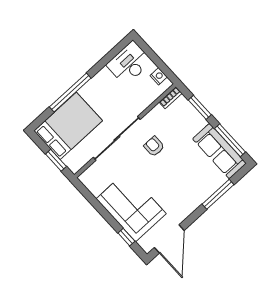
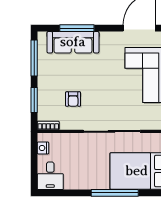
desk: (129, 63) -> (50, 176), width x0.73
armchair: (154, 146) -> (73, 99), moved
sofa: (219, 151) -> (73, 42), moved, turned 90

